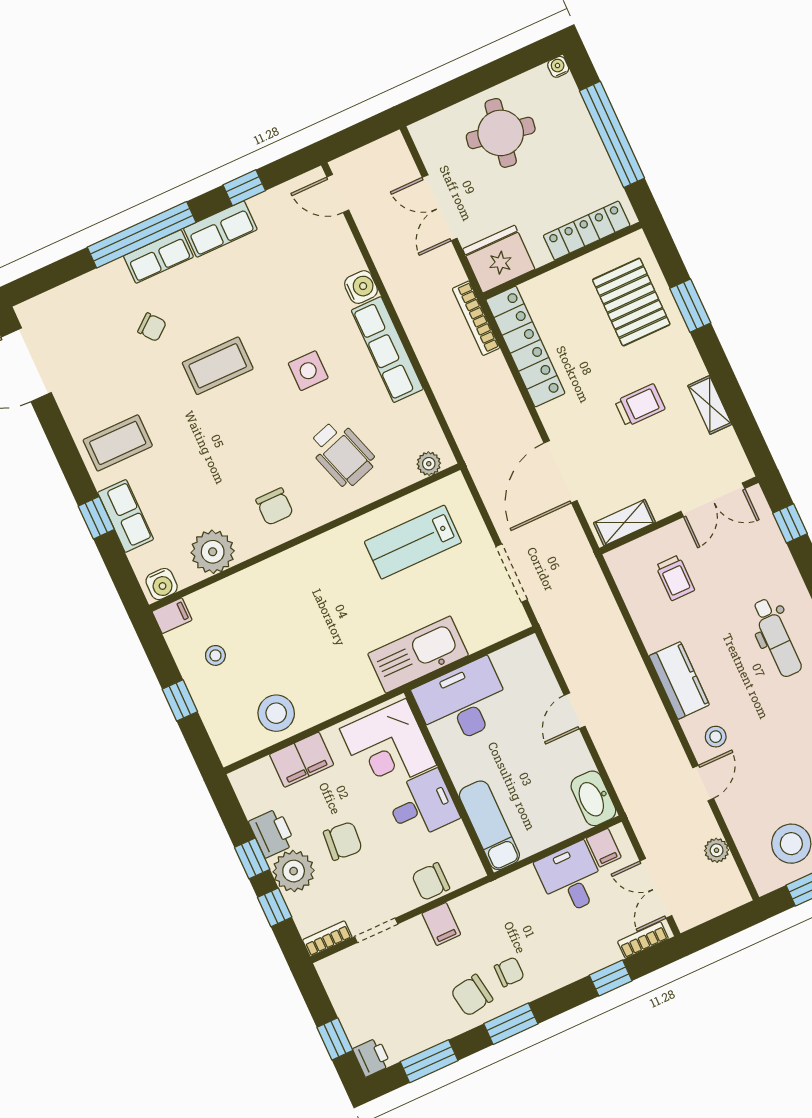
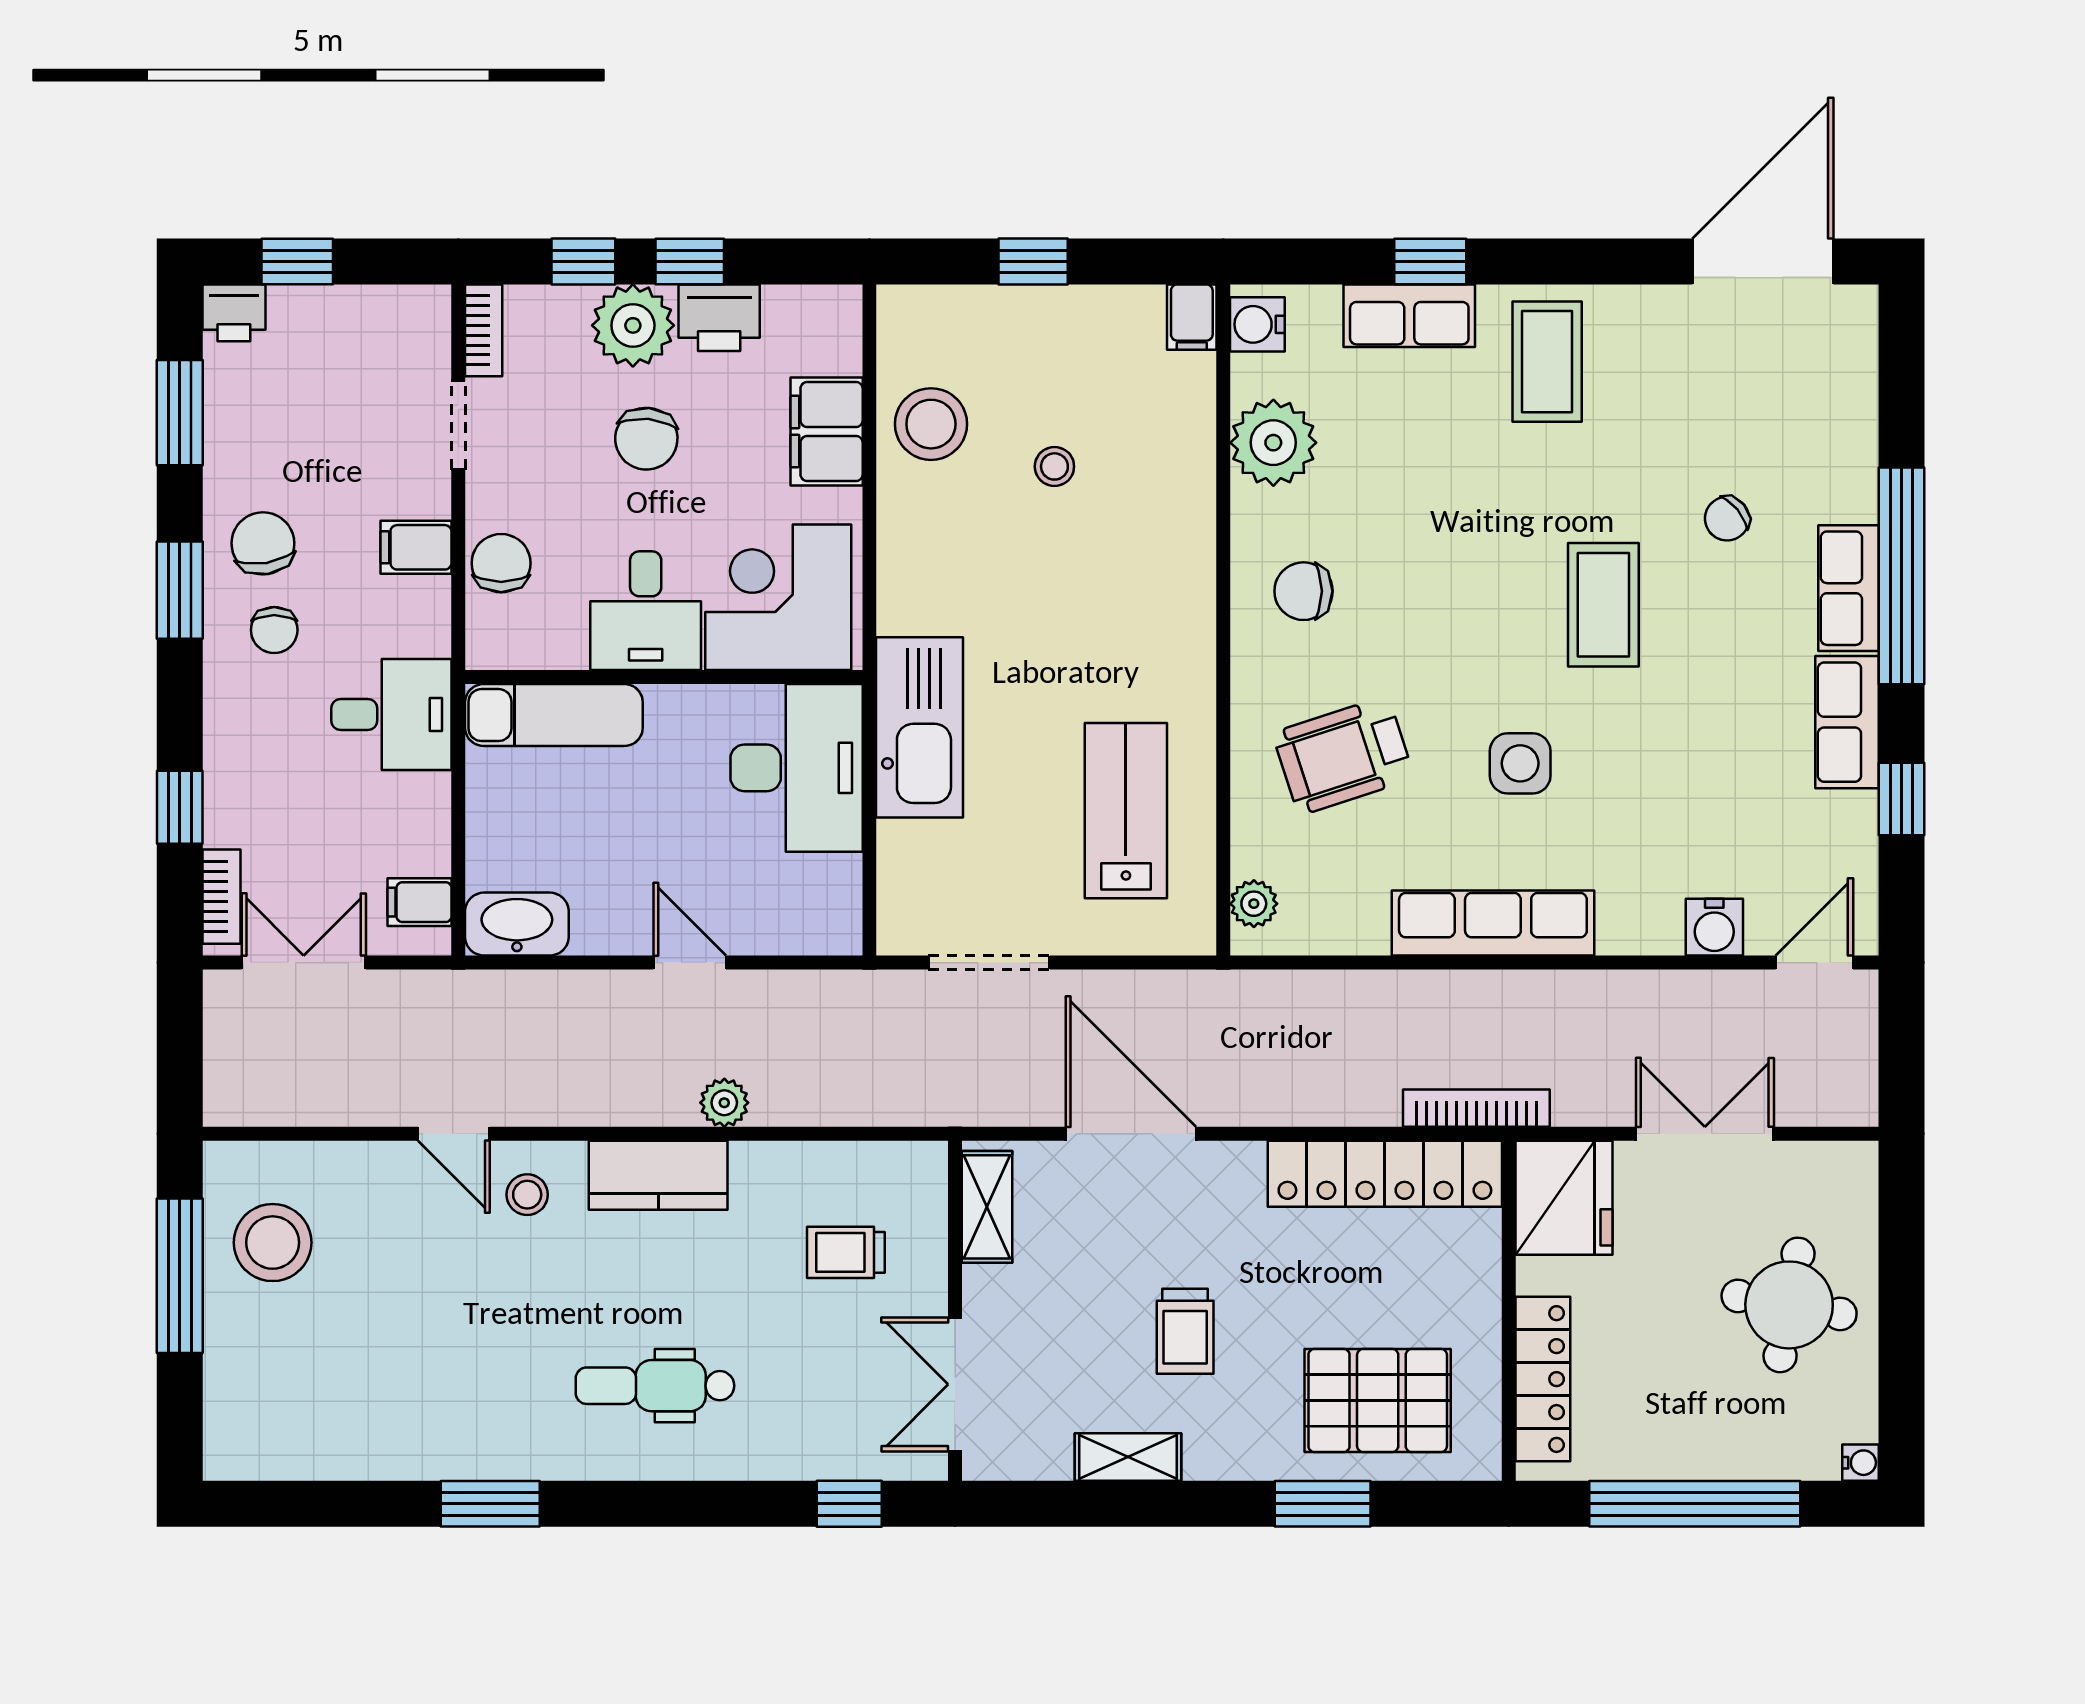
water cooler: (361, 287) -> (1714, 927), moved
stool: (215, 655) -> (1054, 466), moved
plant: (717, 850) -> (724, 1103), moved
desk: (571, 878) -> (391, 714), moved

